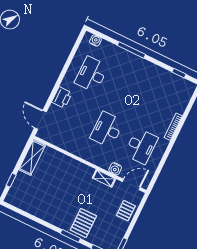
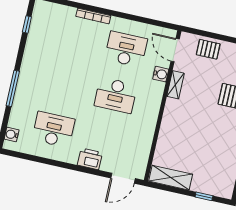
desk: (92, 74) -> (53, 130), turned 180

